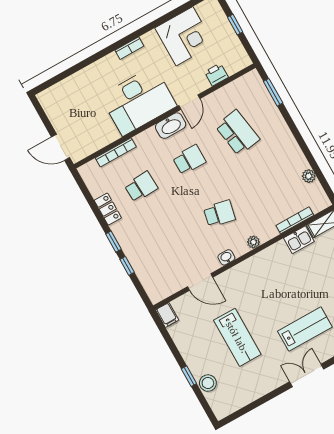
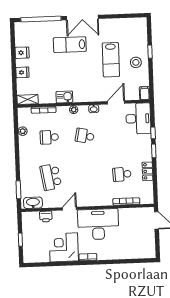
corner desk: (184, 36) -> (64, 247), moved
washbasin: (171, 126) -> (33, 203), moved
school desk: (189, 160) -> (49, 137), moved
kitchen sink: (299, 240) -> (64, 97), moved
desk: (158, 275) -> (138, 119), added
door: (200, 282) -> (116, 102), hinge flipped
lab bench: (237, 337) -> (111, 60), turned 180
double door: (307, 375) -> (82, 18), width x1.37
stool: (208, 383) -> (136, 62), moved

